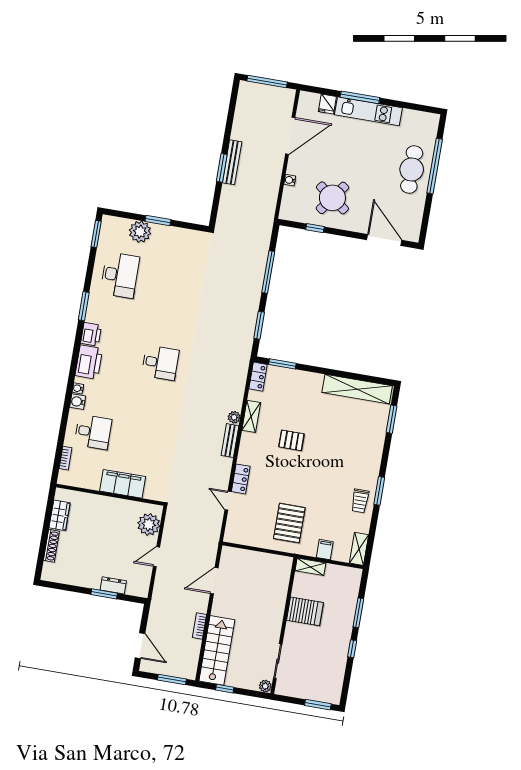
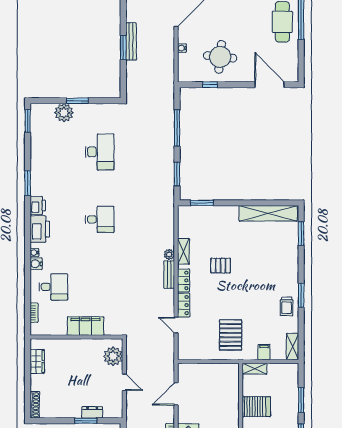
round table: (332, 198) -> (220, 57), turned -30
desk: (120, 275) -> (100, 152), moved
locker: (258, 377) -> (183, 280), moved
shoe rack: (51, 546) -> (35, 405), moved
door: (157, 557) -> (124, 382), swing flipped

